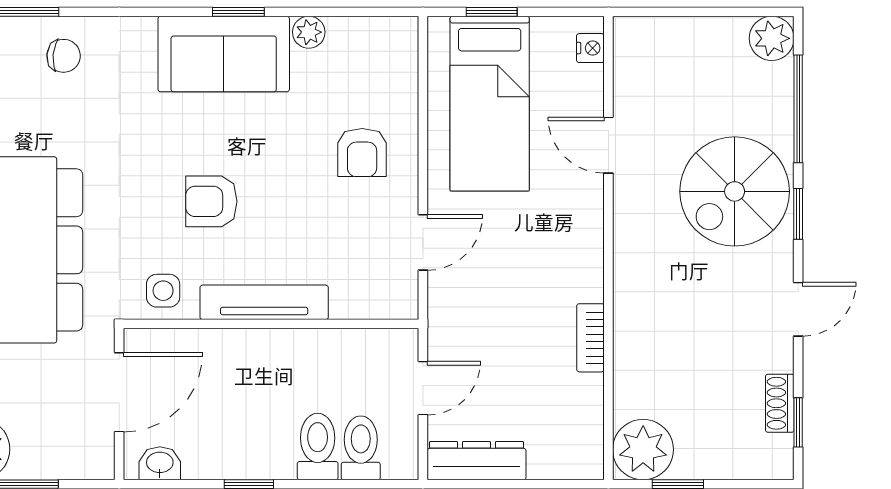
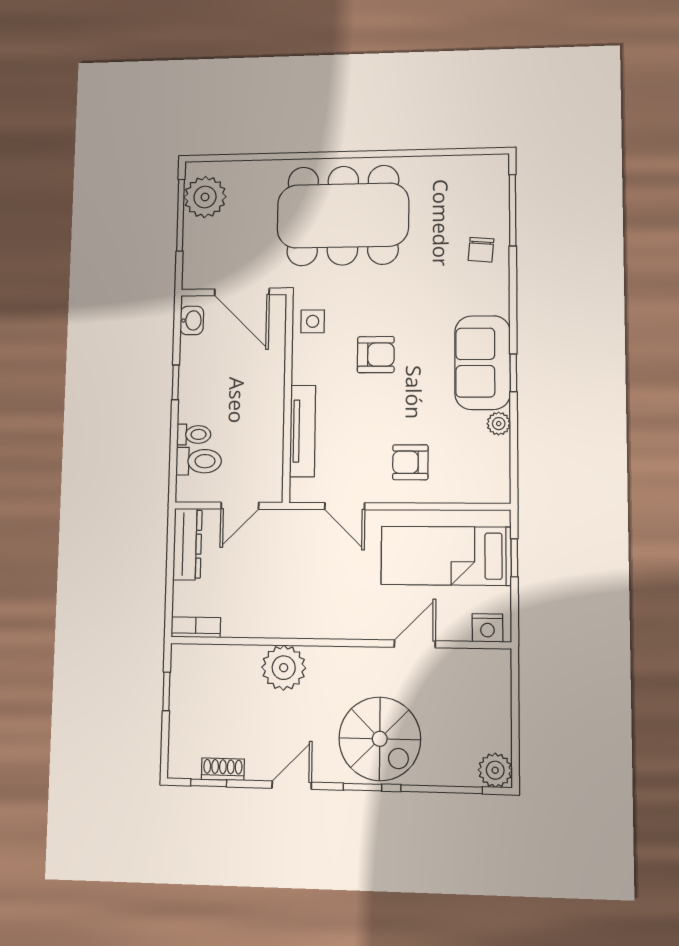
nightstand: (590, 48) -> (487, 628), width x1.39, depth x1.35
spiral stairs: (735, 191) -> (380, 739), turned 180
armchair: (211, 201) -> (376, 355), turned 90
tv unit: (264, 302) -> (303, 431), moved
door: (798, 309) -> (292, 785), swing flipped
bookcase: (591, 338) -> (196, 627), moved
door: (423, 388) -> (240, 506), hinge flipped
toilet: (318, 447) -> (194, 434), width x0.73, depth x0.72
plant: (643, 450) -> (284, 668), moved

